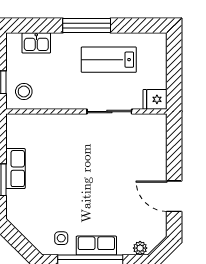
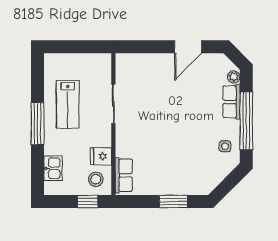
fridge: (155, 99) -> (101, 156), moved, turned 90
row of seats: (15, 169) -> (124, 175), moved, turned 90
row of seats: (96, 246) -> (231, 102), moved

